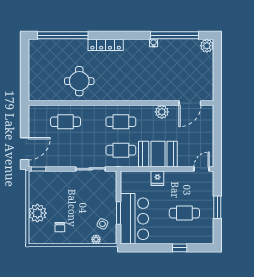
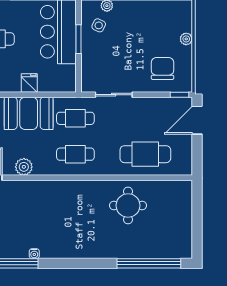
locker: (106, 45) -> (95, 251), removed
cafe table: (66, 122) -> (145, 154), width x1.37, depth x1.35
plant: (37, 213) -> (186, 39), width x0.53, depth x0.53
chair: (60, 227) -> (162, 68), moved, width x1.87, depth x1.87

